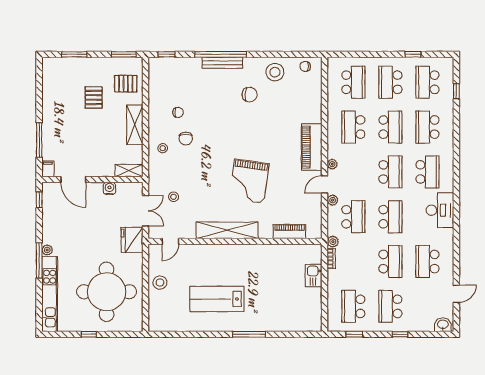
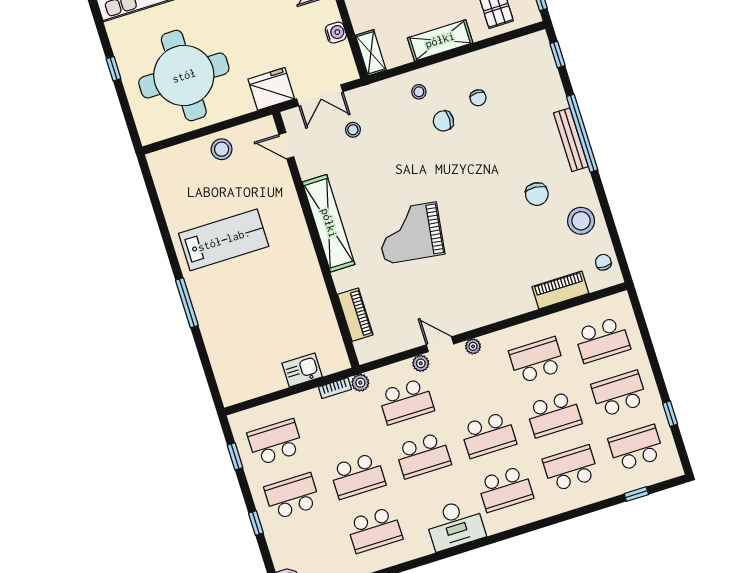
piano: (312, 147) -> (560, 290), moved, width x0.73, depth x0.75
school desk: (427, 262) -> (375, 530), turned 180
lab bench: (217, 299) -> (224, 240), turned 90

